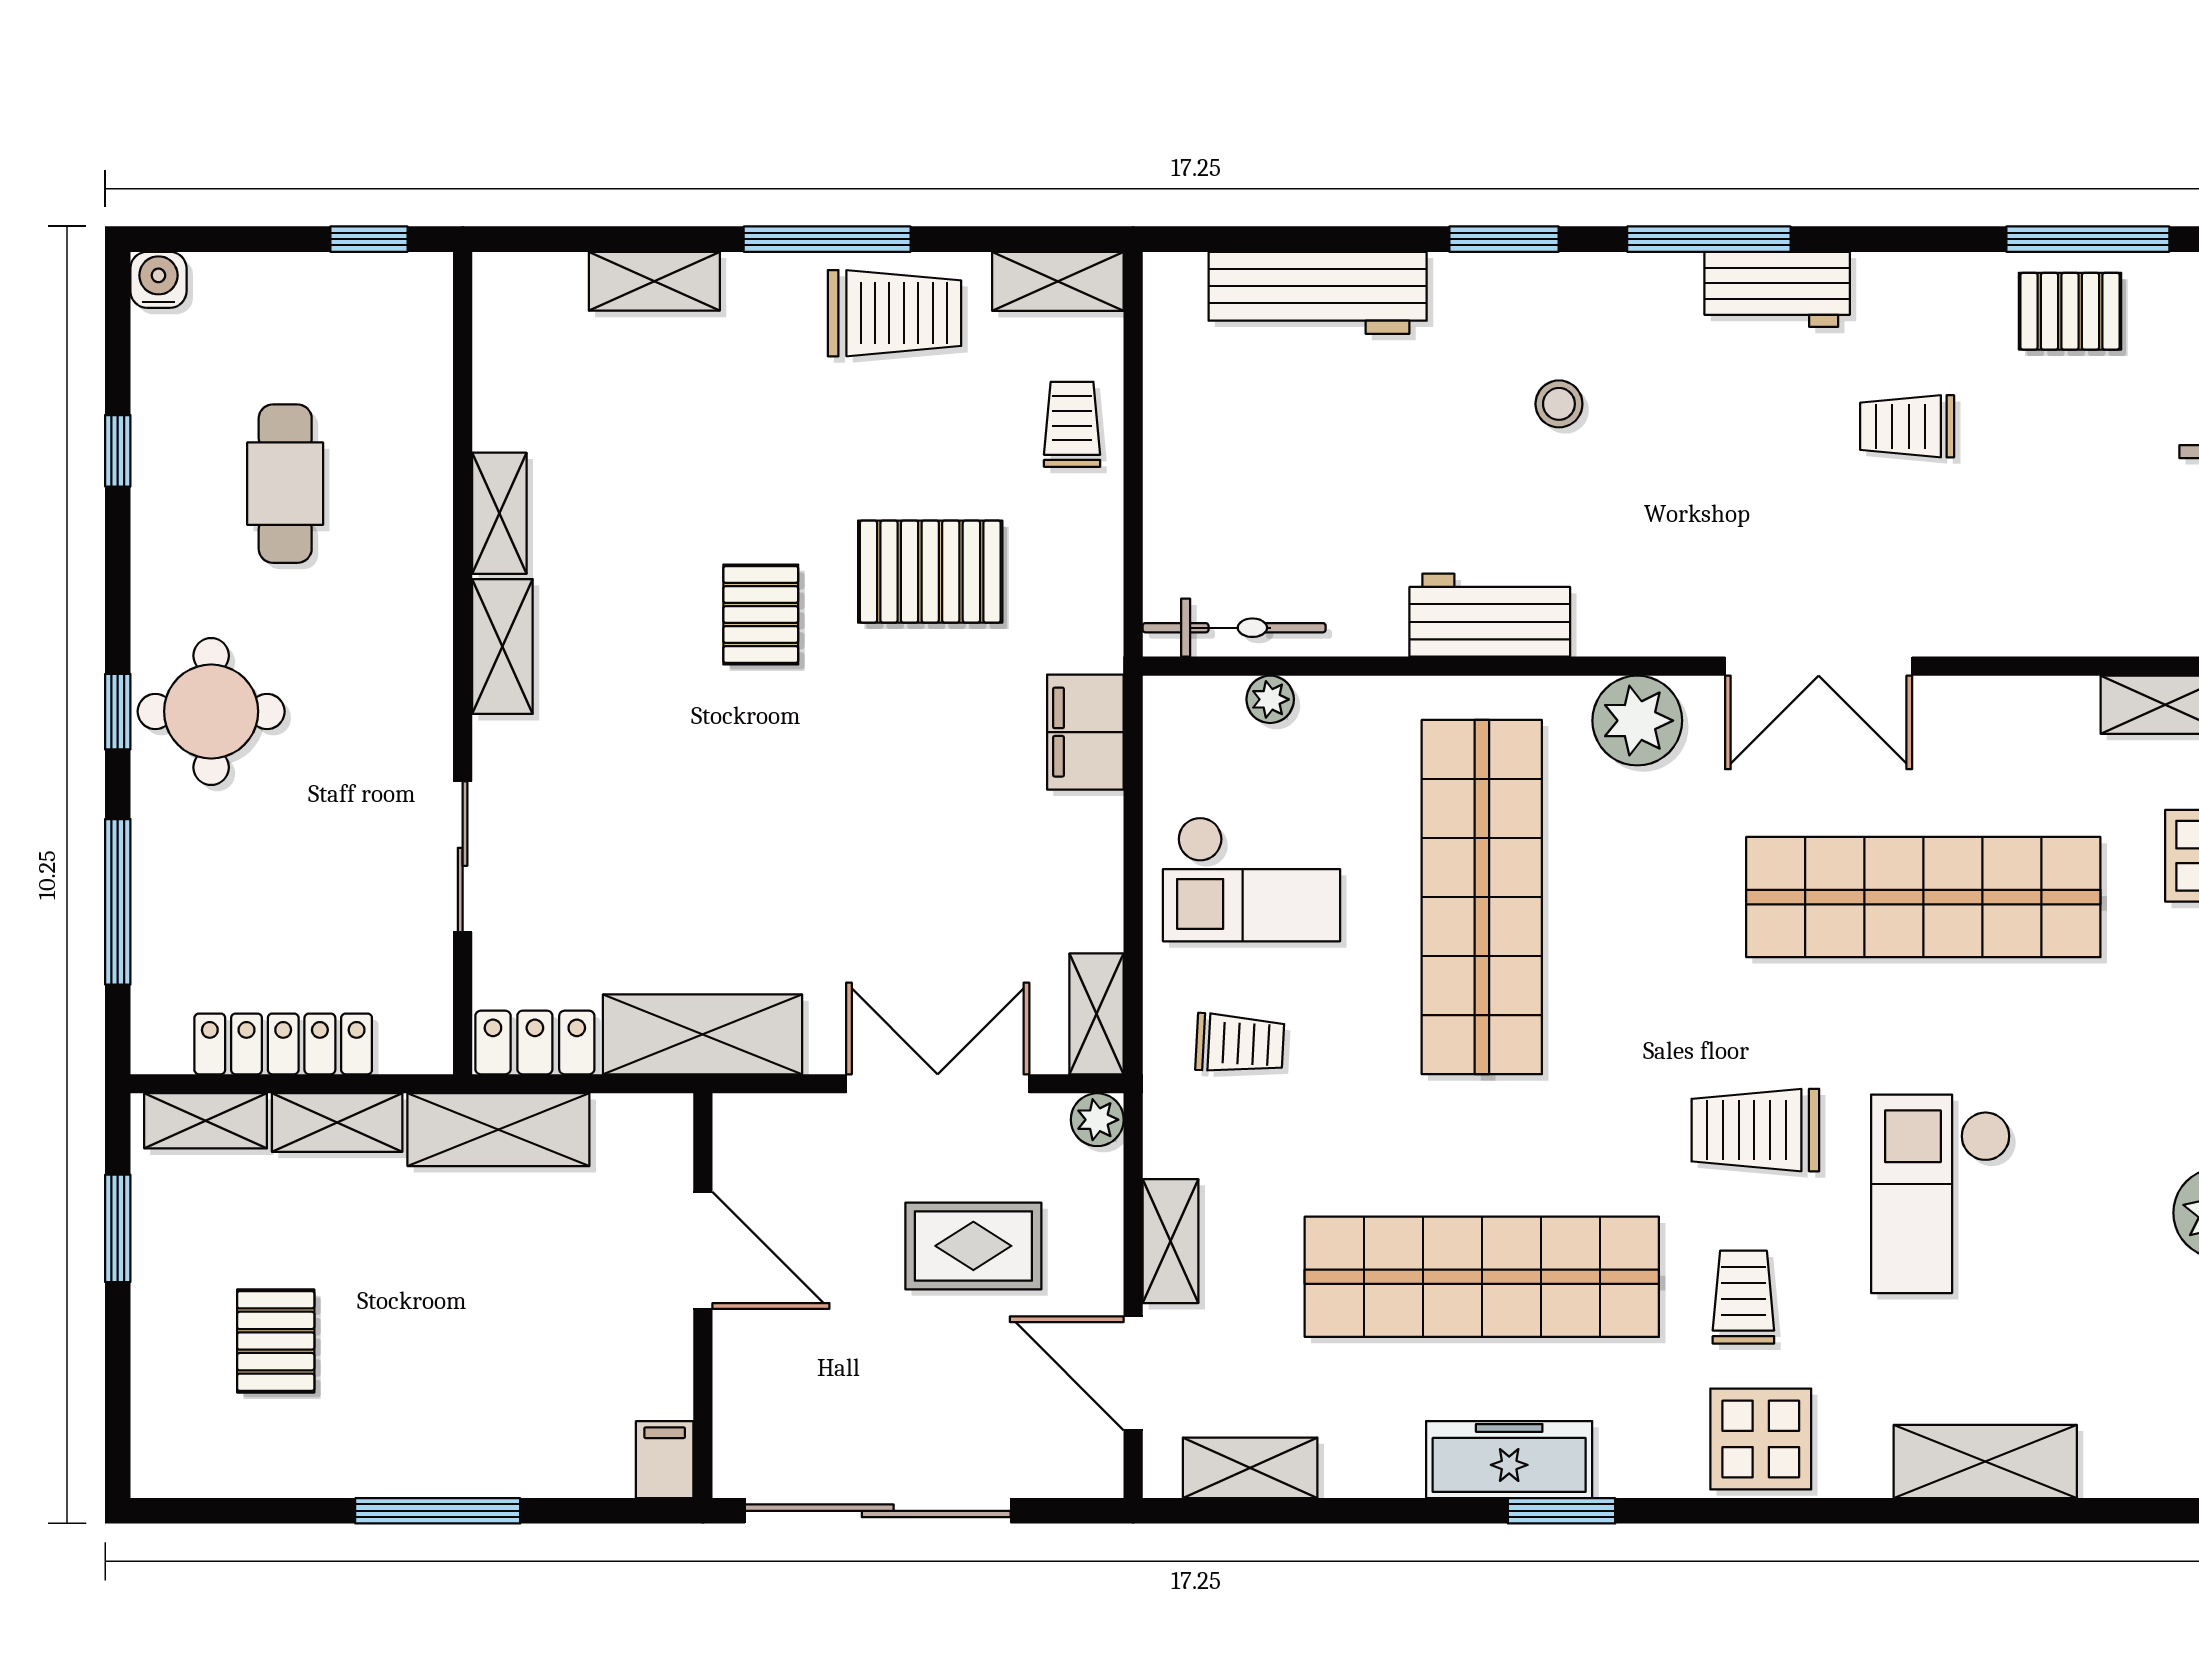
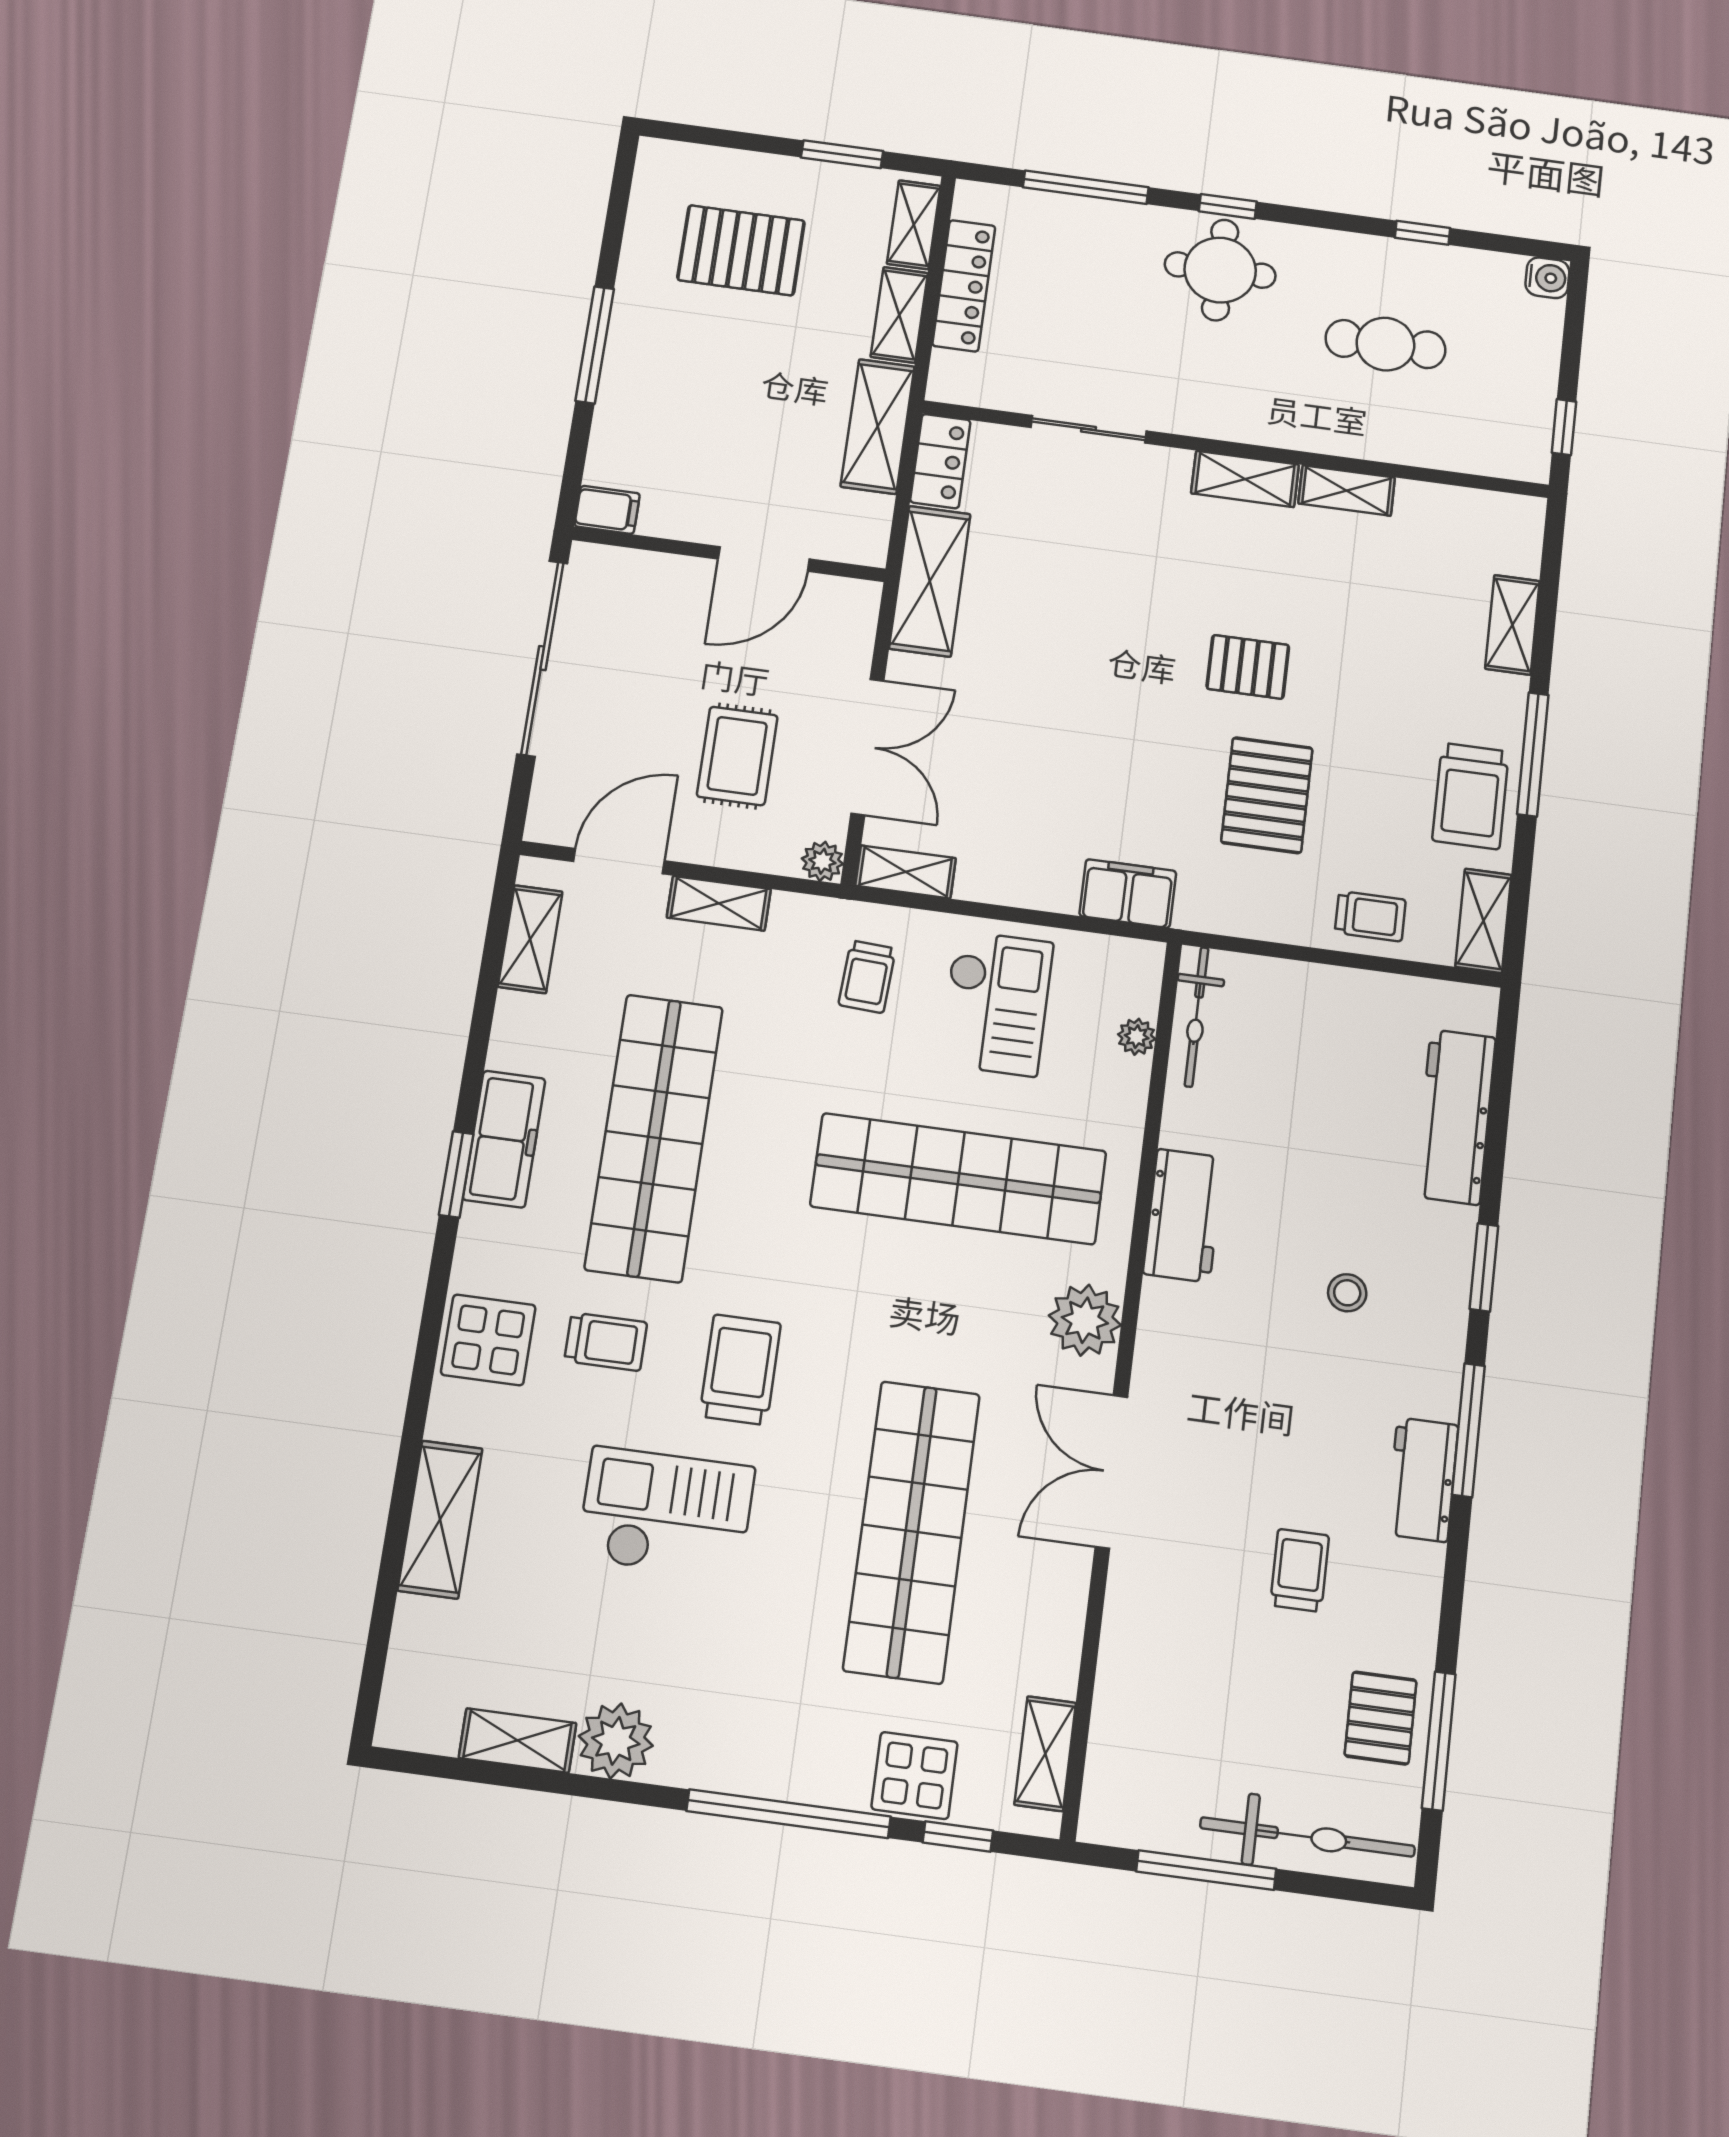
checkout: (1252, 879) -> (996, 1003), turned 180
pallet: (276, 1341) -> (741, 250), width x1.50, depth x1.42

